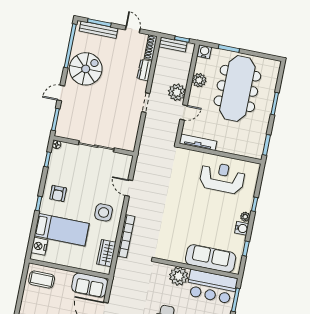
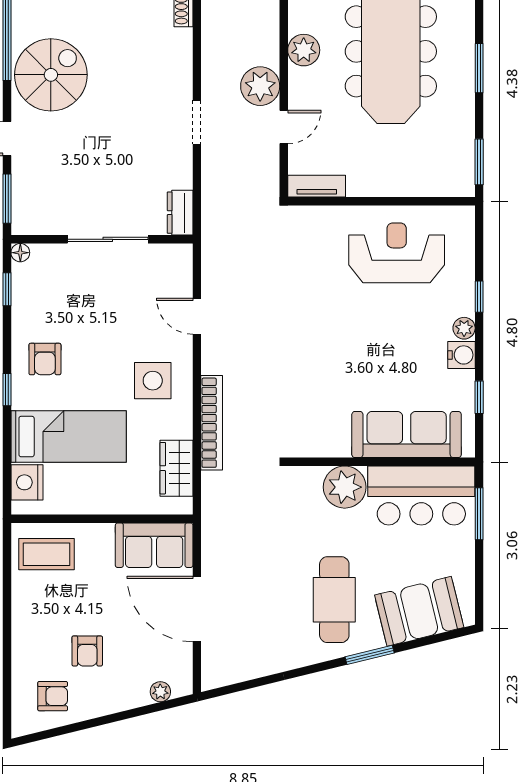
dresser: (145, 70) -> (180, 213), moved
tv unit: (198, 142) -> (317, 186), width x0.71

